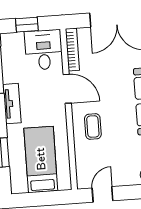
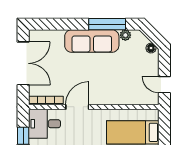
coffee table: (93, 126) -> (109, 88), removed

